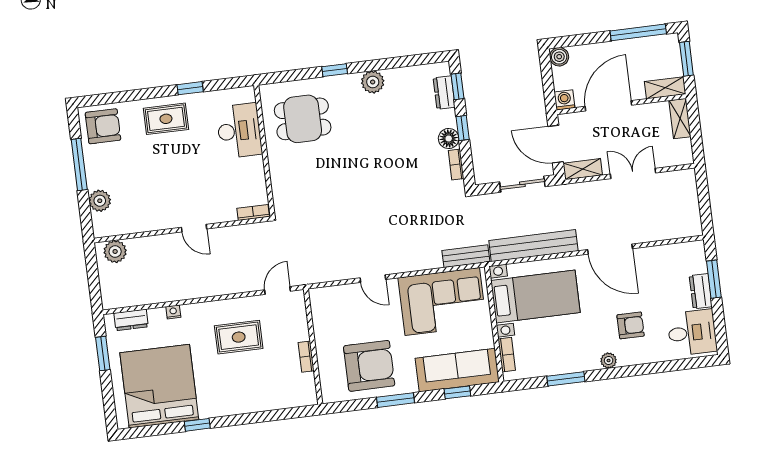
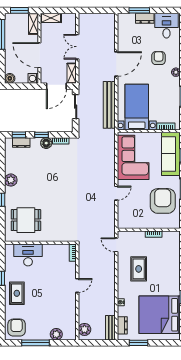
dining table: (303, 119) -> (26, 220), turned 90
bench: (466, 256) -> (110, 328), moved

